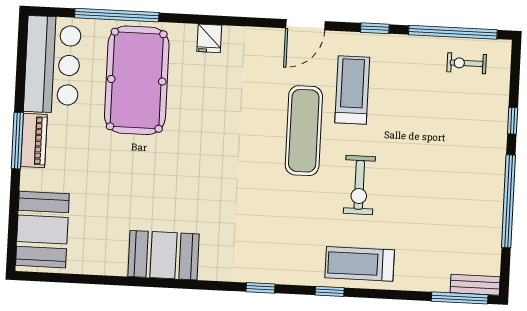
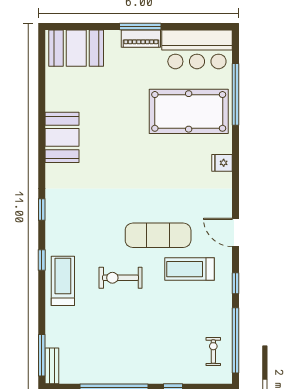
treadmill: (352, 90) -> (190, 269), turned 180

